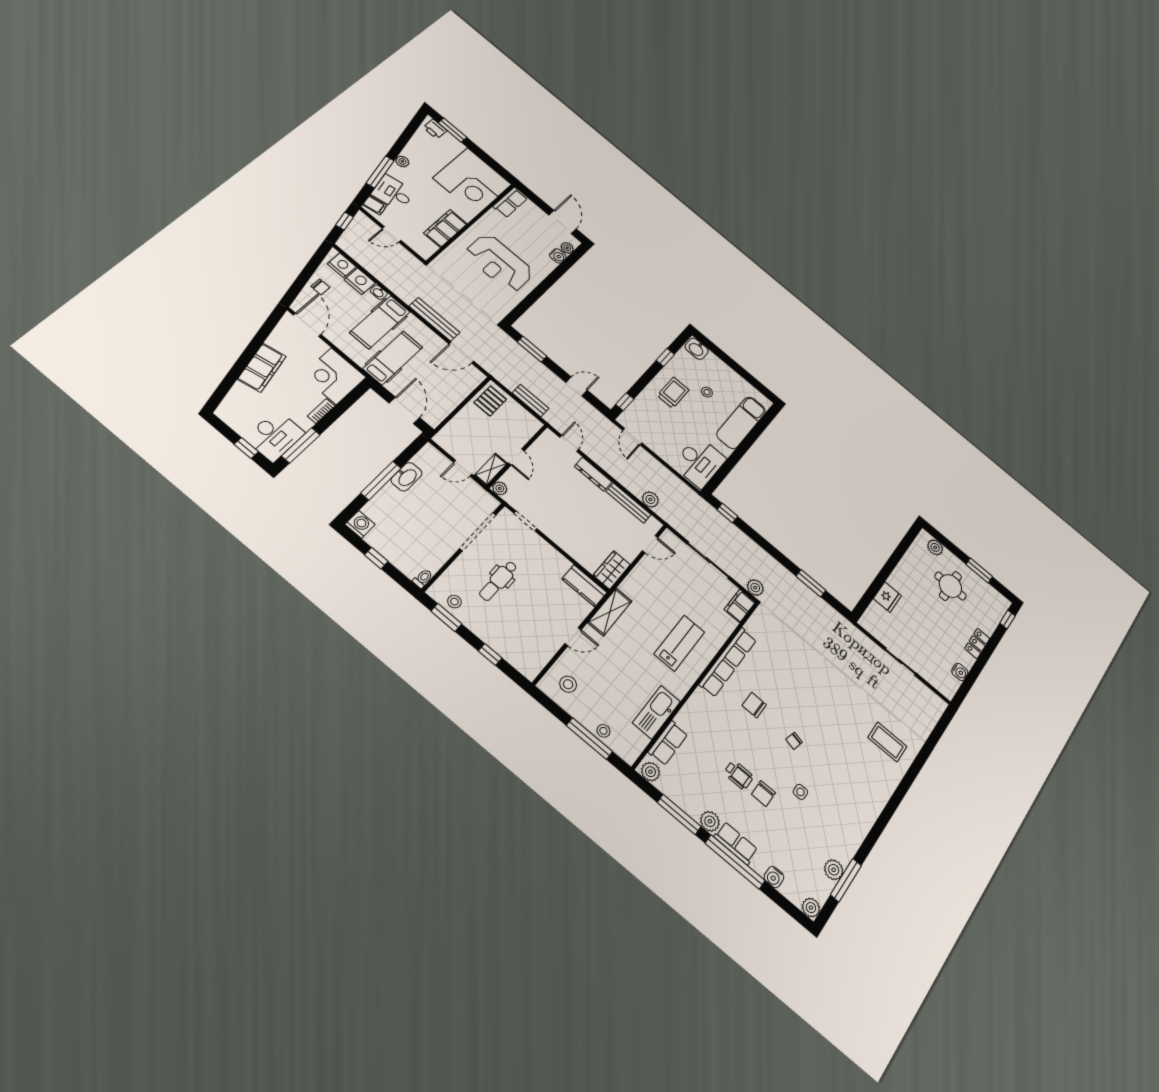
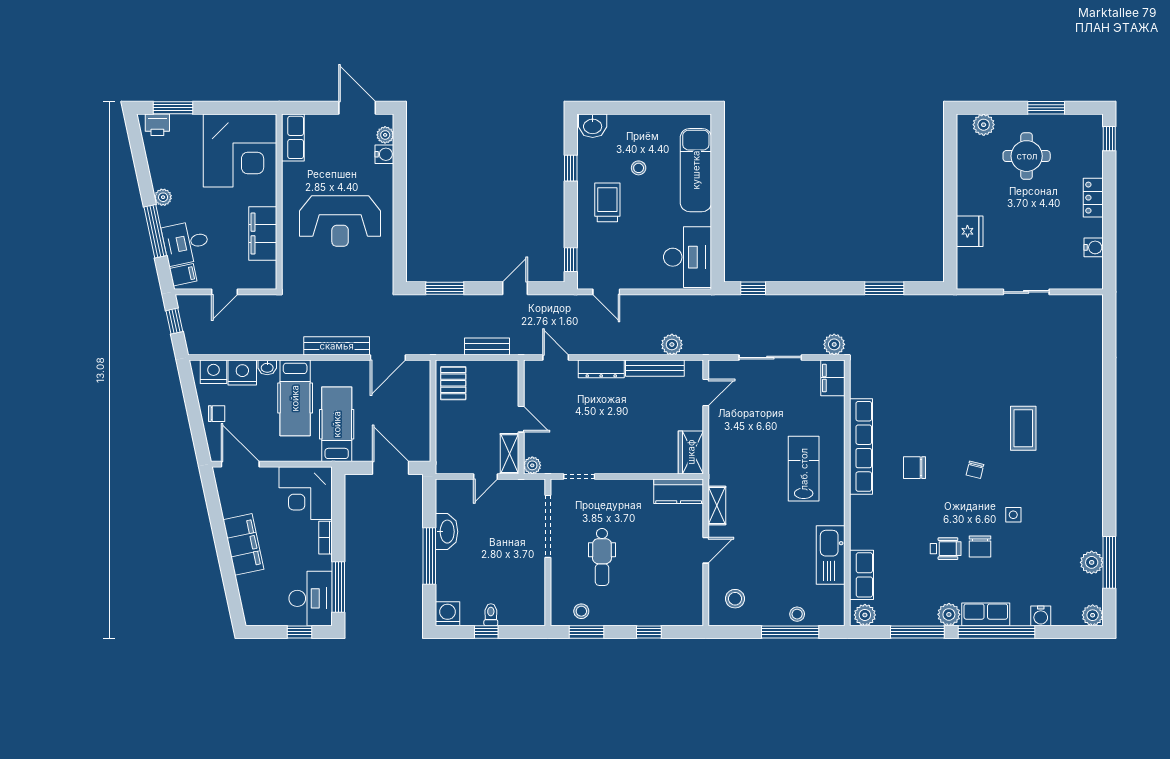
toilet: (423, 578) -> (491, 615), moved
shelving: (610, 612) -> (717, 506), width x0.67, depth x0.75
coffee table: (887, 742) -> (1023, 428), moved, turned 90

